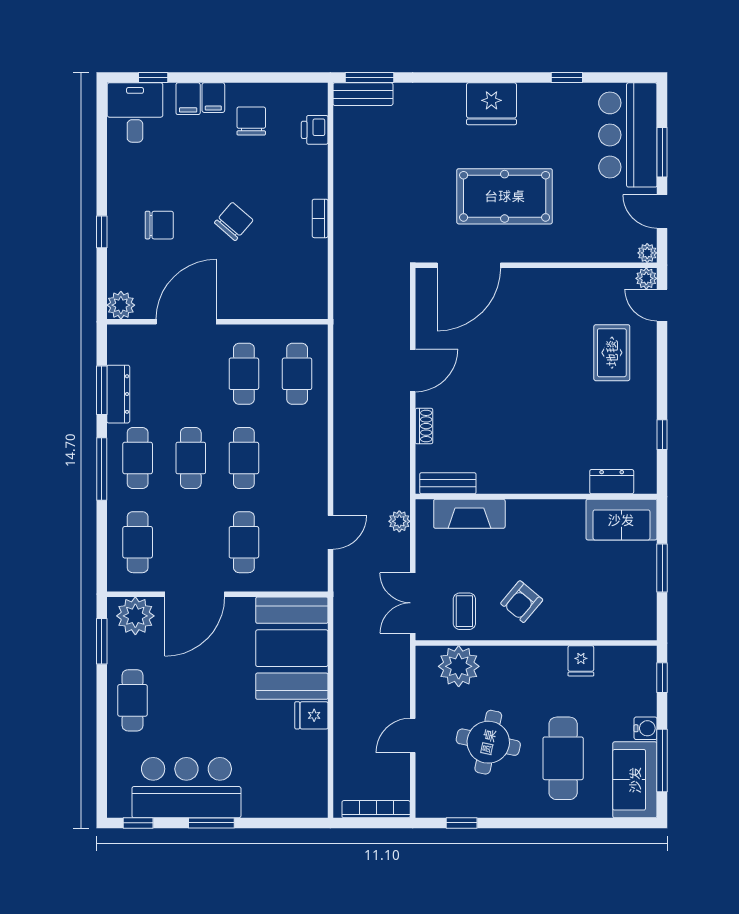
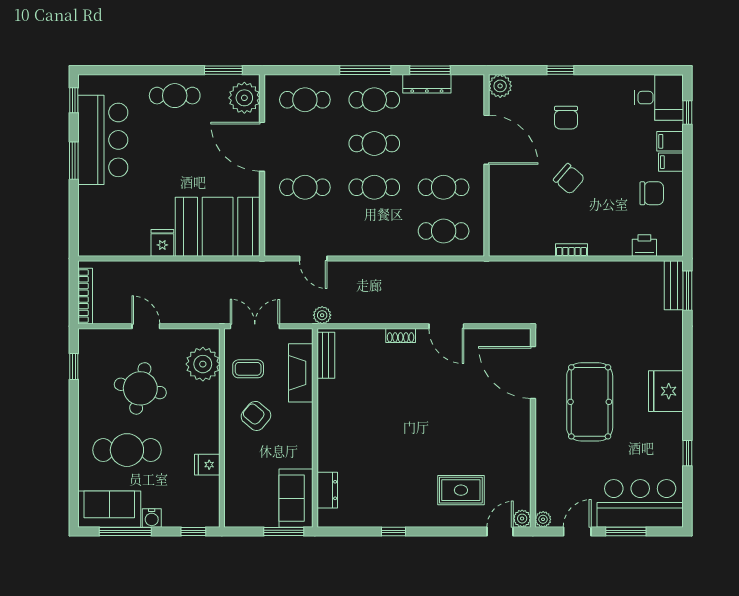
dresser: (612, 482) -> (327, 490), moved
bench: (448, 483) -> (326, 355), moved
wall: (536, 497) -> (315, 428), moved
fireplace: (469, 514) -> (301, 373), moved
sofa: (621, 520) -> (296, 498), moved

